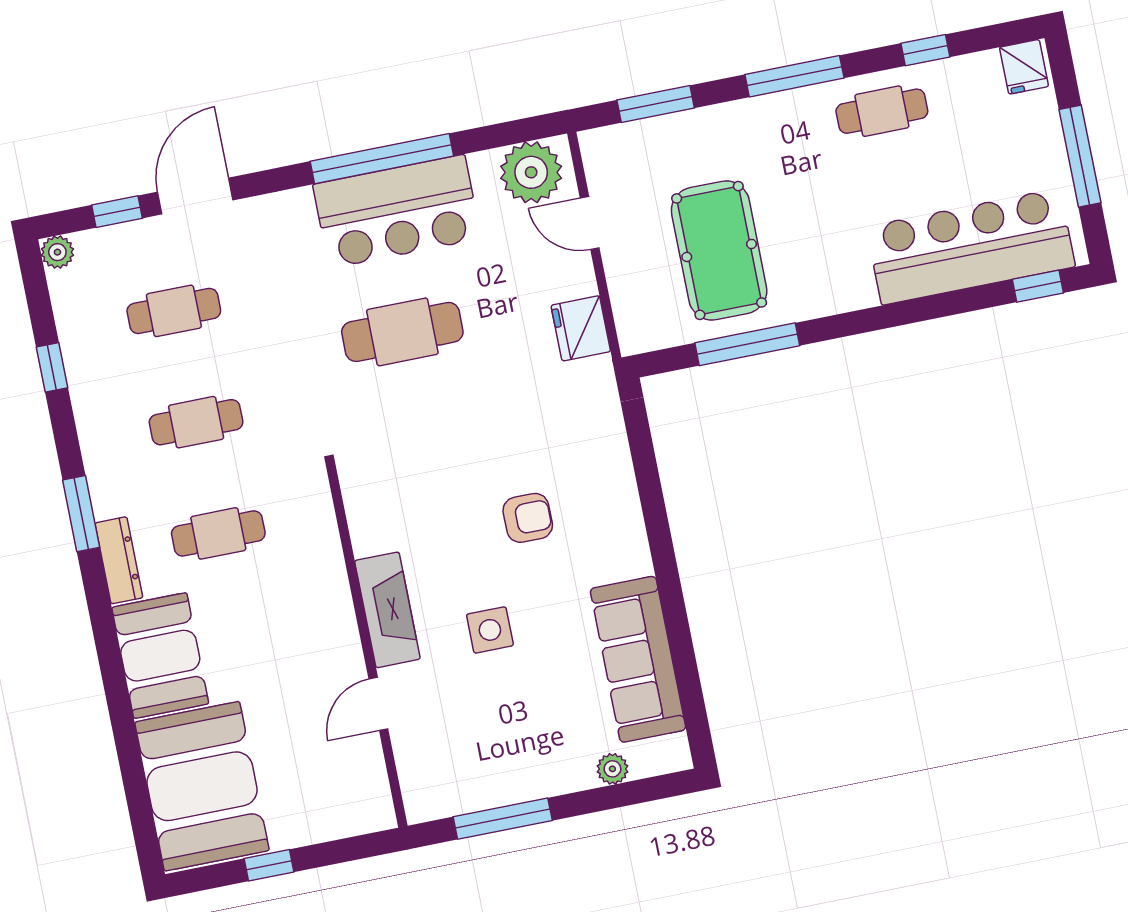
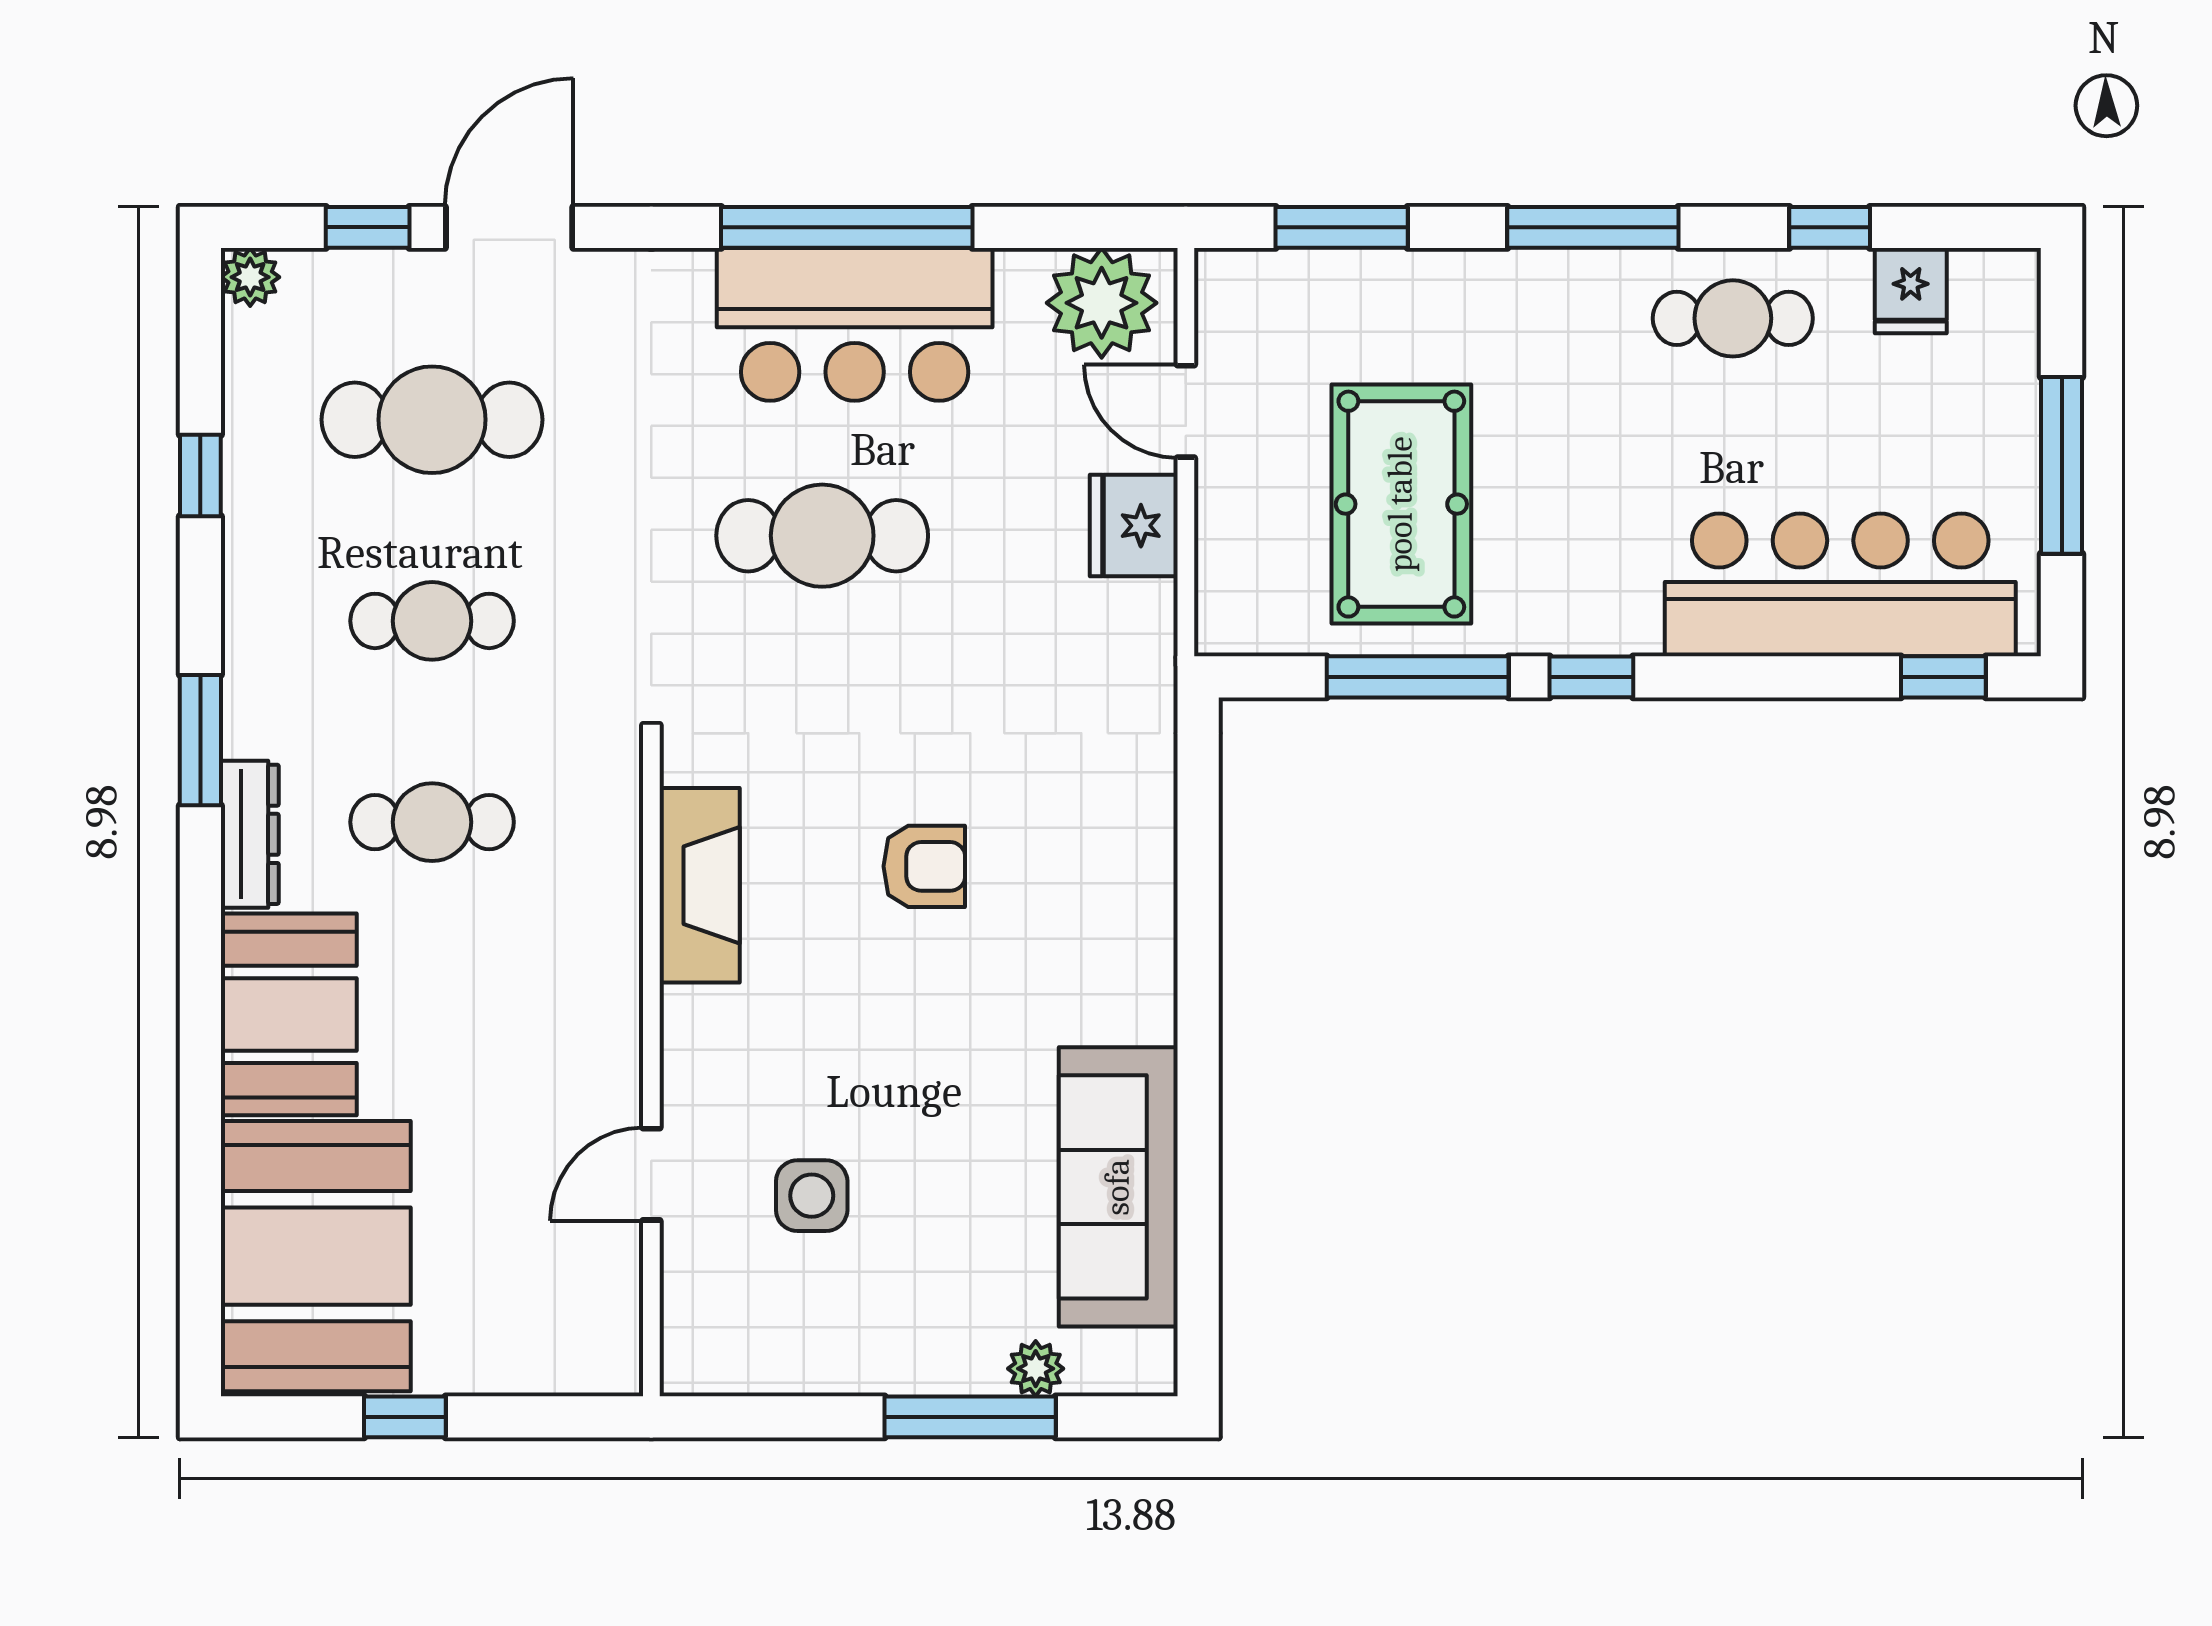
fridge: (1024, 67) -> (1911, 291), moved
cafe table: (174, 311) -> (432, 420), width x1.37, depth x1.35
window: (843, 325) -> (1591, 677), added
fridge: (581, 328) -> (1134, 526), moved
armchair: (528, 518) -> (924, 866), moved
fireplace: (387, 610) -> (700, 885), moved
side table: (490, 630) -> (812, 1196), moved
window: (503, 819) -> (970, 1417), moved

